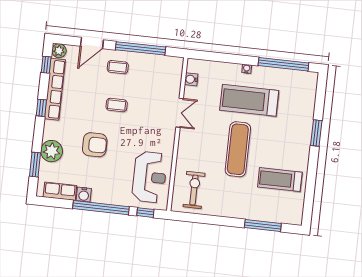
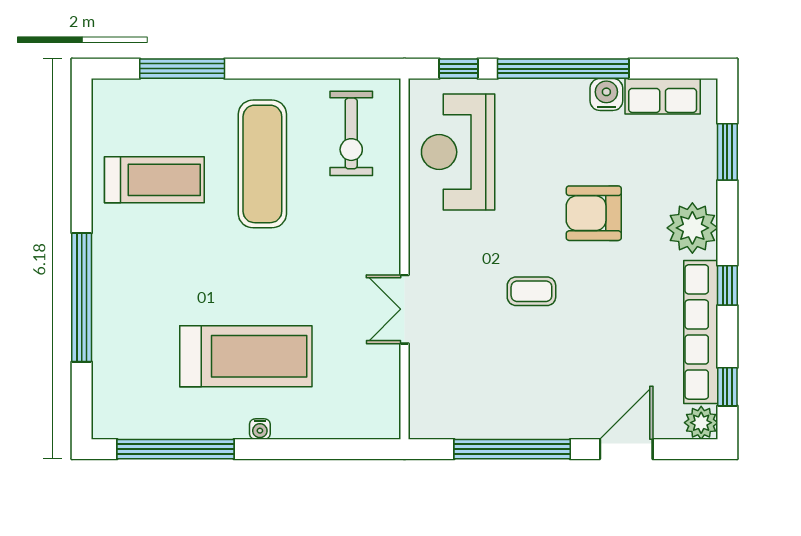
coffee table: (118, 67) -> (560, 400), removed
water cooler: (191, 79) -> (386, 390), removed
coffee table: (117, 105) -> (531, 291), moved
window: (316, 133) -> (82, 297), width x2.11
exercise mat: (238, 149) -> (262, 164), moved
plant: (52, 151) -> (692, 228), moved

